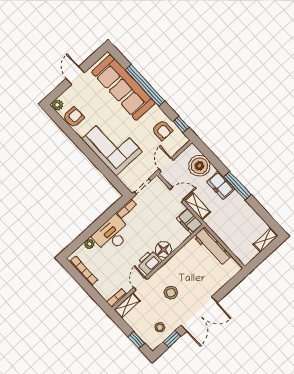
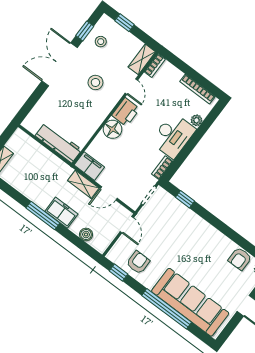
armchair: (162, 130) -> (138, 262), turned 90
corner sofa: (112, 145) -> (191, 235), removed
boiler: (199, 166) -> (86, 235), width x0.54, depth x0.54
window: (112, 177) -> (185, 199), added

